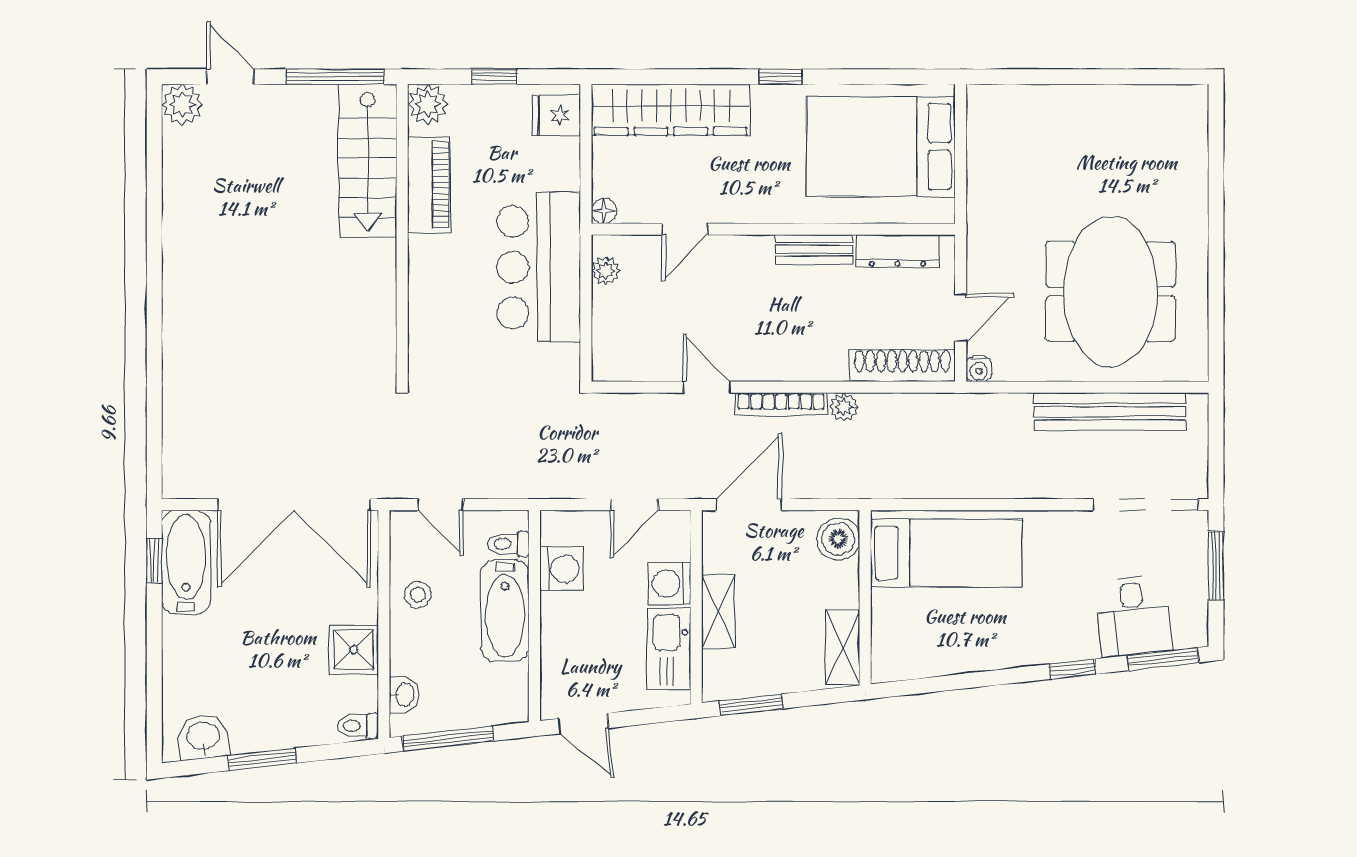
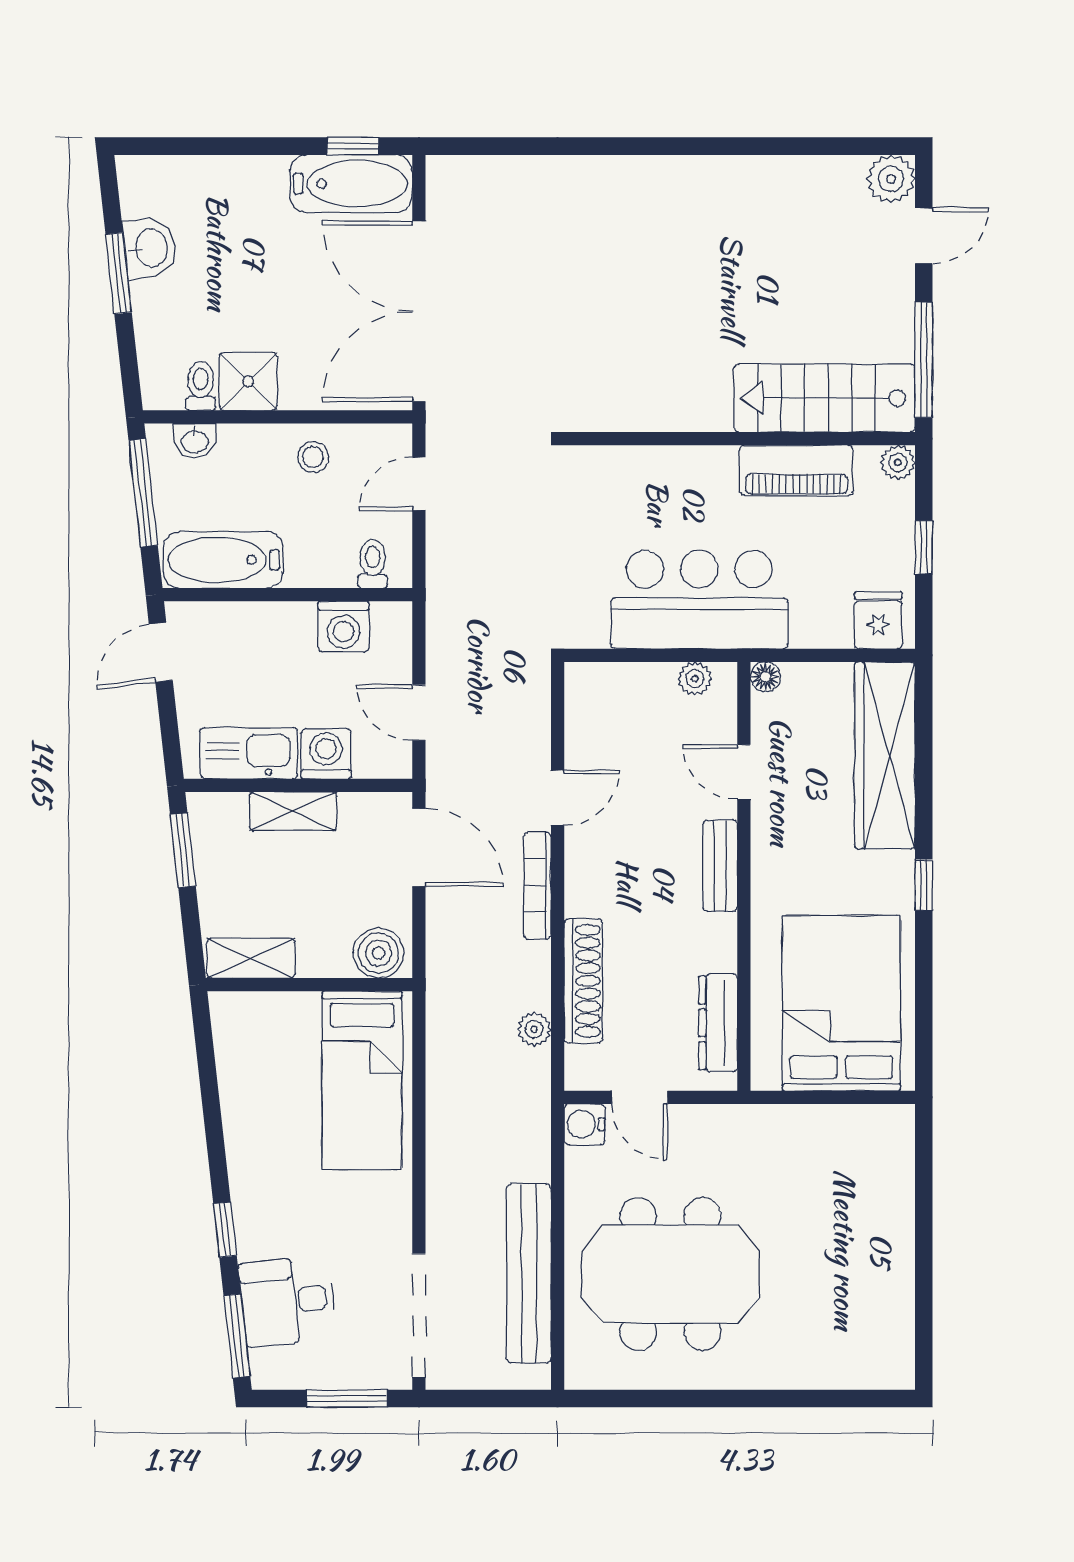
plant: (428, 104) -> (898, 462), width x0.73, depth x0.73
bench: (814, 249) -> (720, 866), moved
shoe rack: (902, 365) -> (583, 981), moved
water cooler: (979, 369) -> (585, 1124), width x1.38, depth x1.38
plant: (844, 407) -> (534, 1029), moved
bathtub: (505, 610) -> (223, 560), moved
toilet: (358, 726) -> (201, 386), moved
washbasin: (203, 737) -> (150, 248), moved

